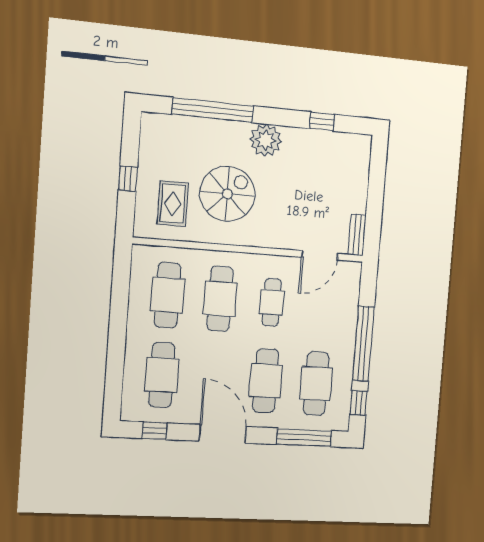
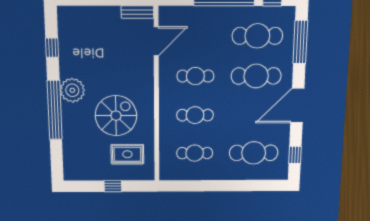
window: (213, 110) -> (55, 110), moved
spiral stairs: (227, 194) -> (116, 116), turned 90
door: (320, 255) -> (156, 41), hinge flipped
cafe table: (168, 295) -> (195, 153), width x0.73, depth x0.74
cafe table: (220, 299) -> (195, 115), width x0.73, depth x0.74

